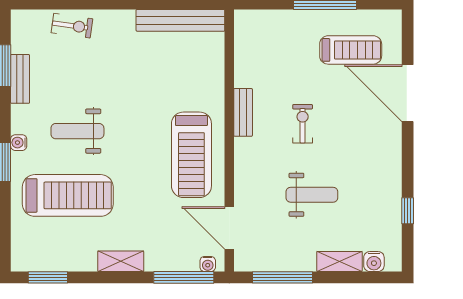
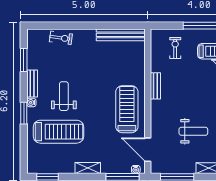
bench: (20, 79) -> (32, 83), moved
exercise bike: (303, 124) -> (175, 48), moved
weight bench: (77, 131) -> (64, 96), turned 90
treadmill: (191, 155) -> (127, 109), turned 180

